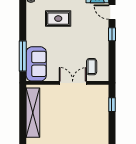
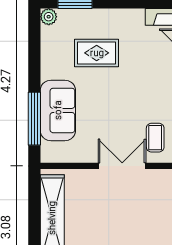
sofa: (36, 64) -> (58, 110), moved

